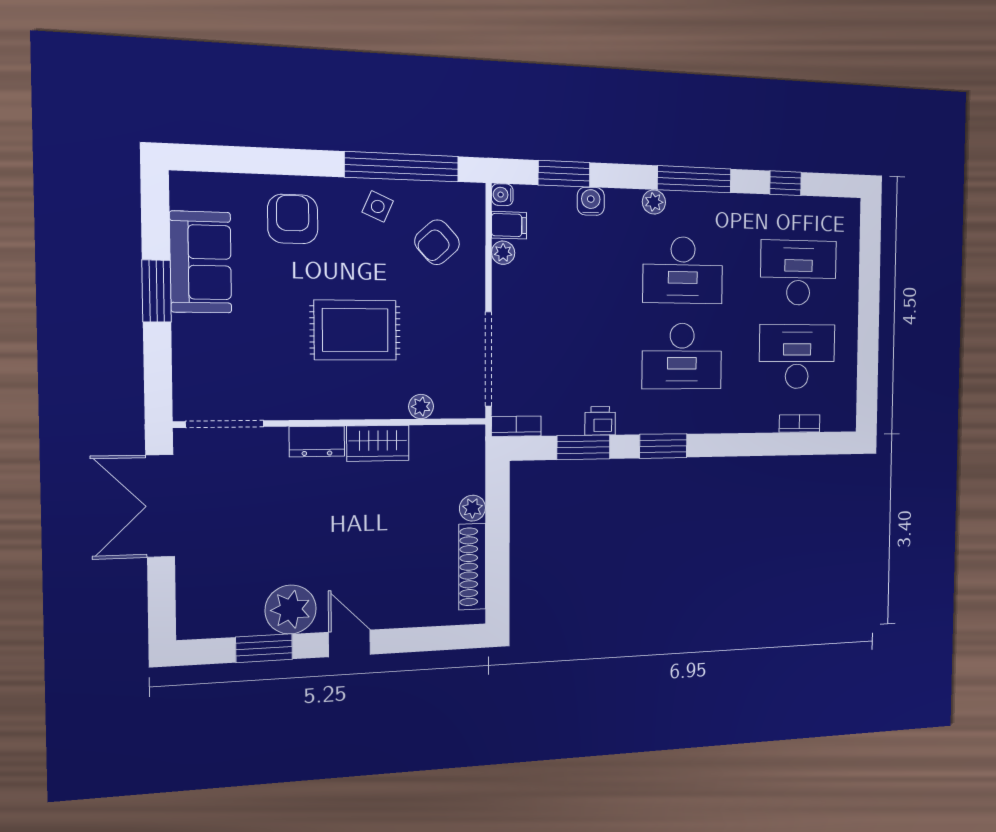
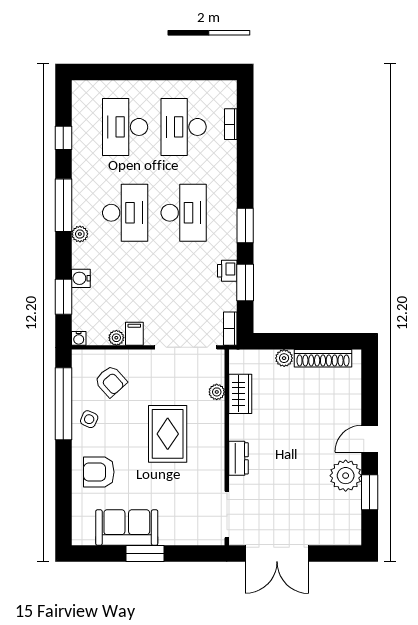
filing cabinet: (509, 225) -> (134, 334), moved
wardrobe: (378, 443) -> (240, 394), moved

